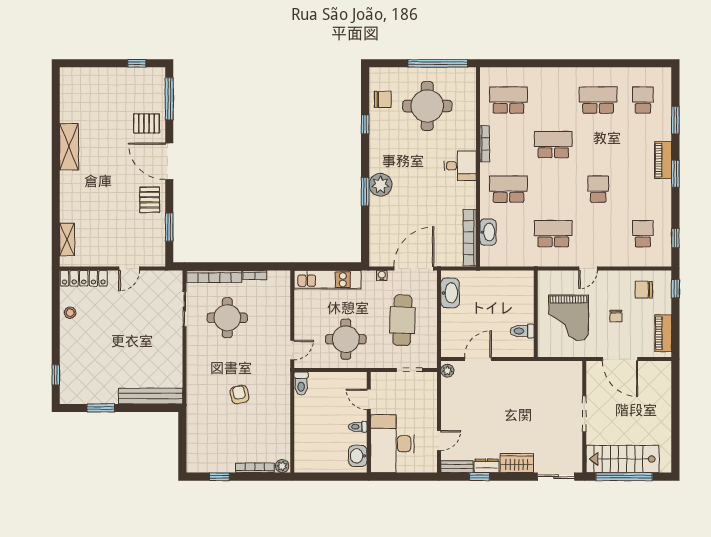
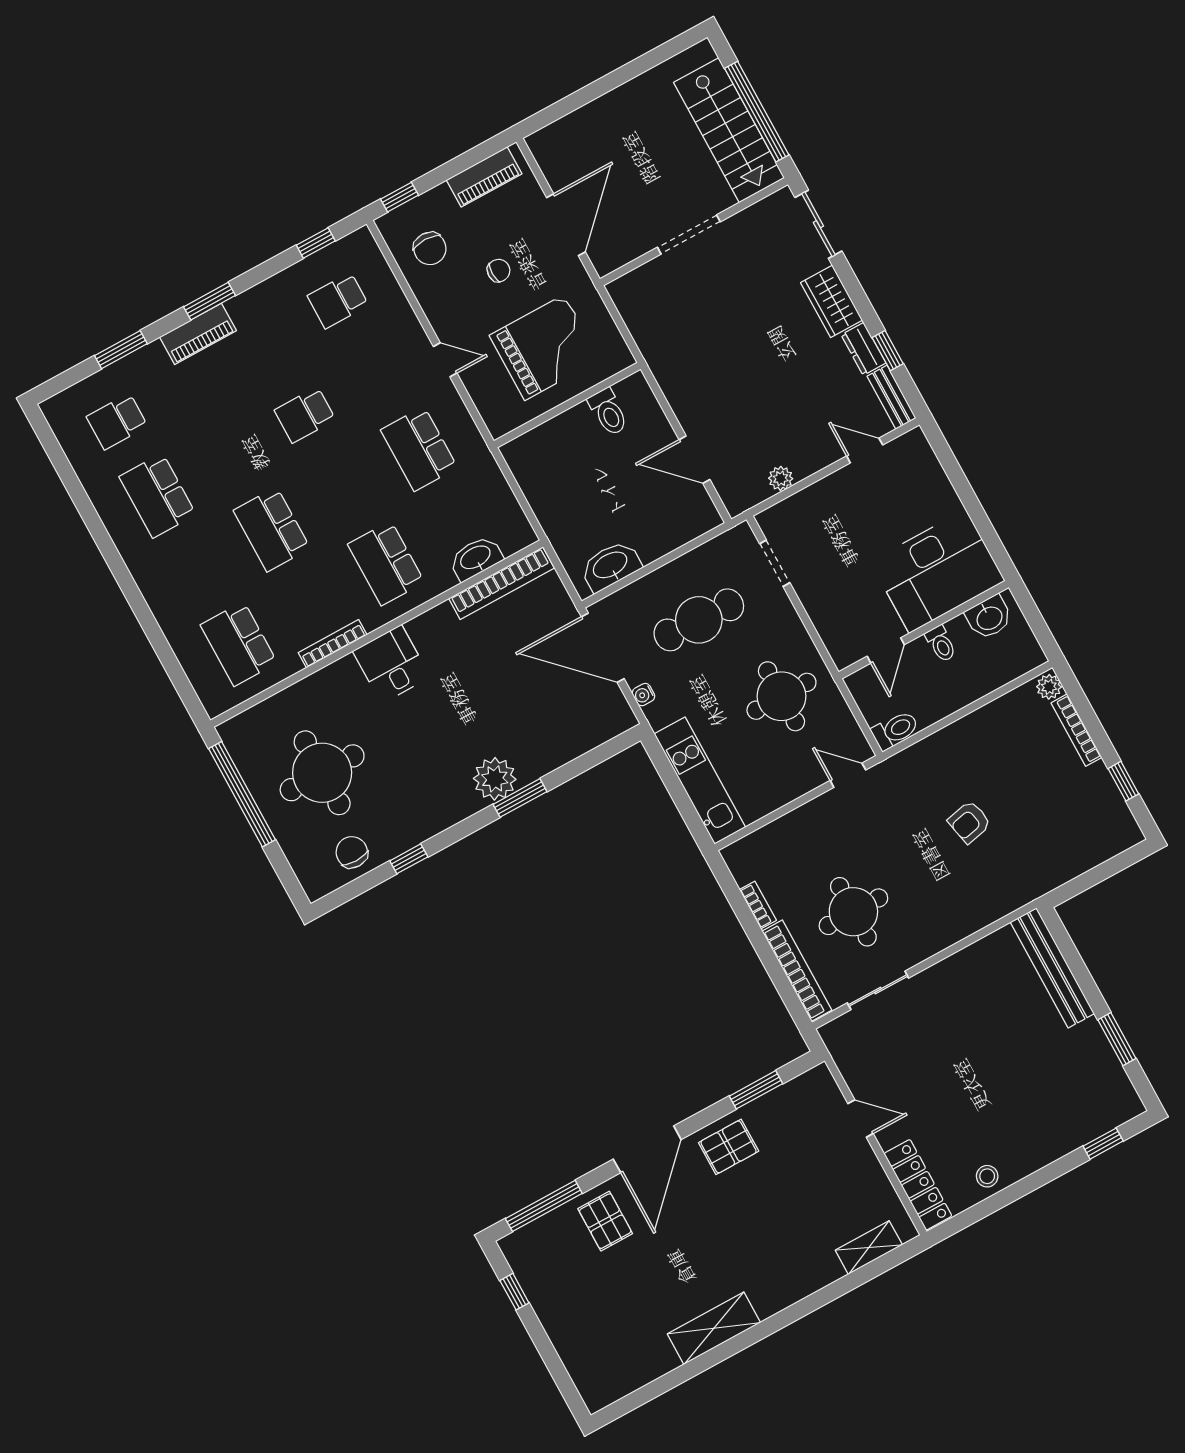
plant: (447, 371) -> (781, 478), moved
door: (369, 399) -> (886, 650), moved
wall: (369, 422) -> (924, 630), moved
toilet: (358, 427) -> (941, 644), moved
desk: (392, 444) -> (938, 571), moved
washbasin: (358, 456) -> (989, 617), moved

